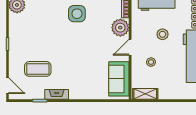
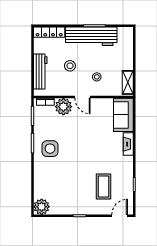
sofa: (119, 79) -> (123, 115), moved, turned 90
fireplace: (57, 94) -> (128, 144), moved

